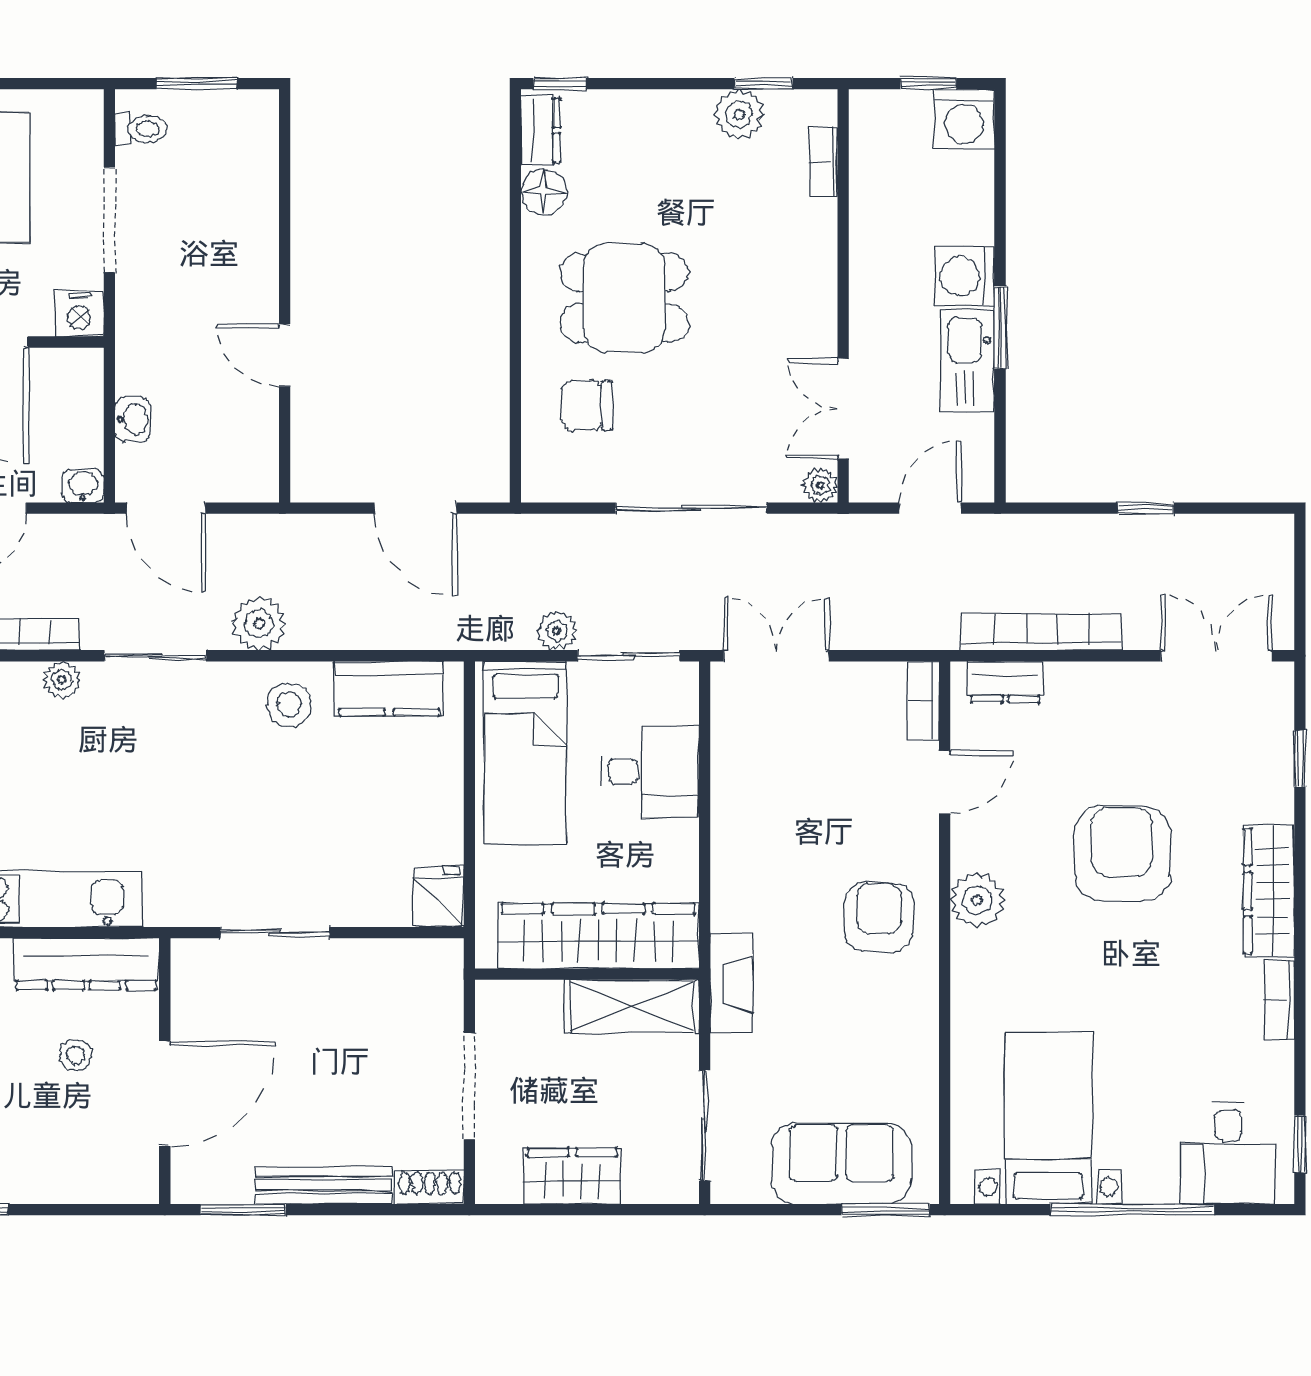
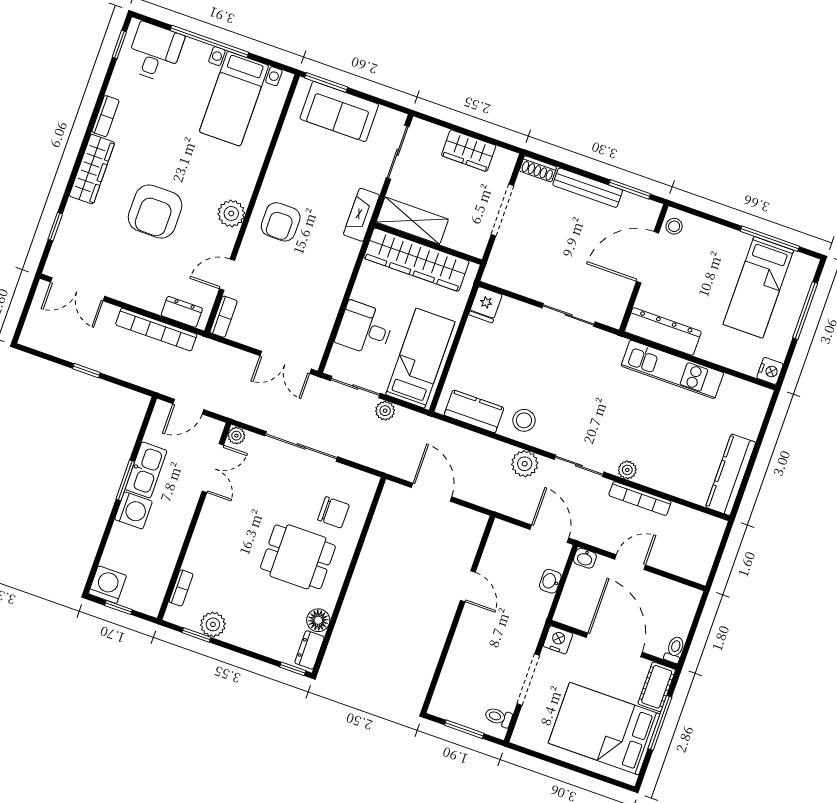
stool: (75, 1055) -> (674, 226), moved

